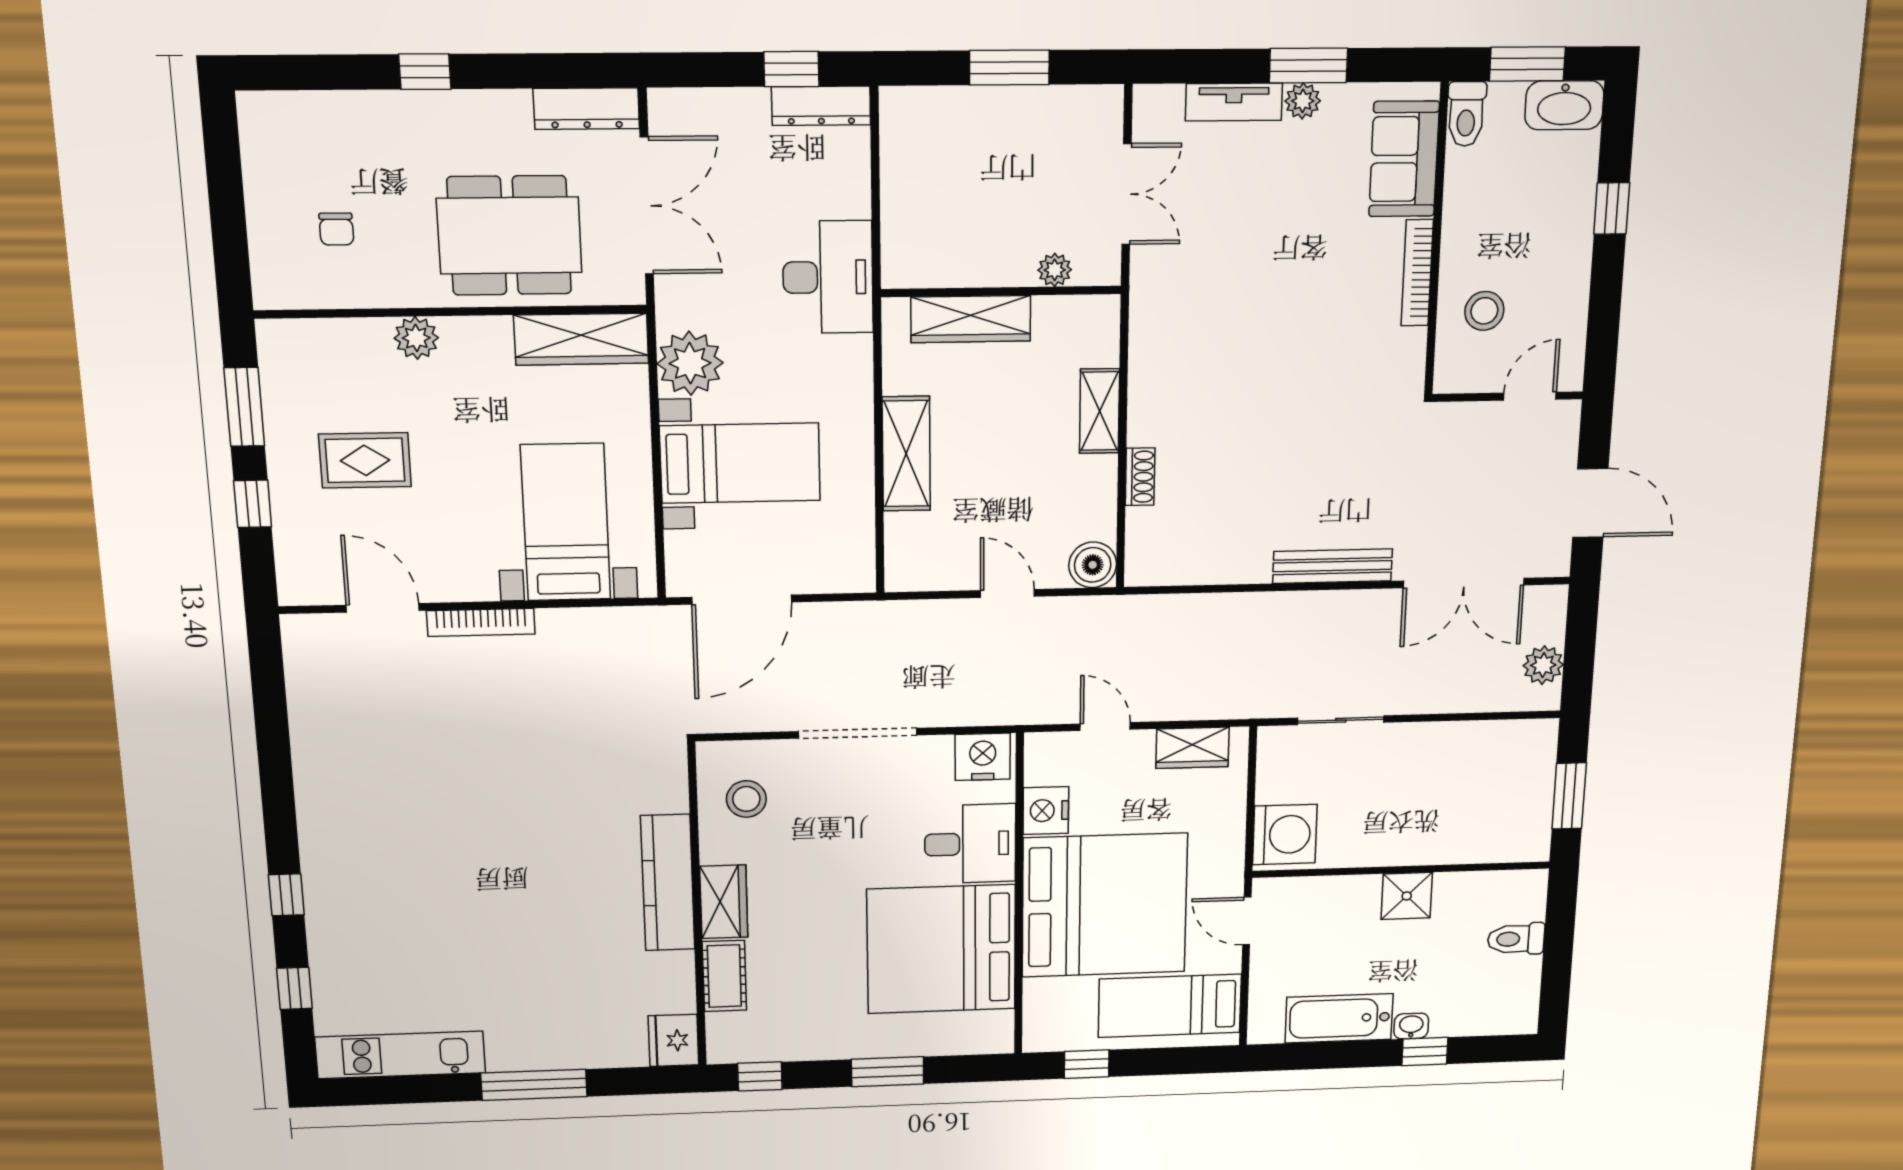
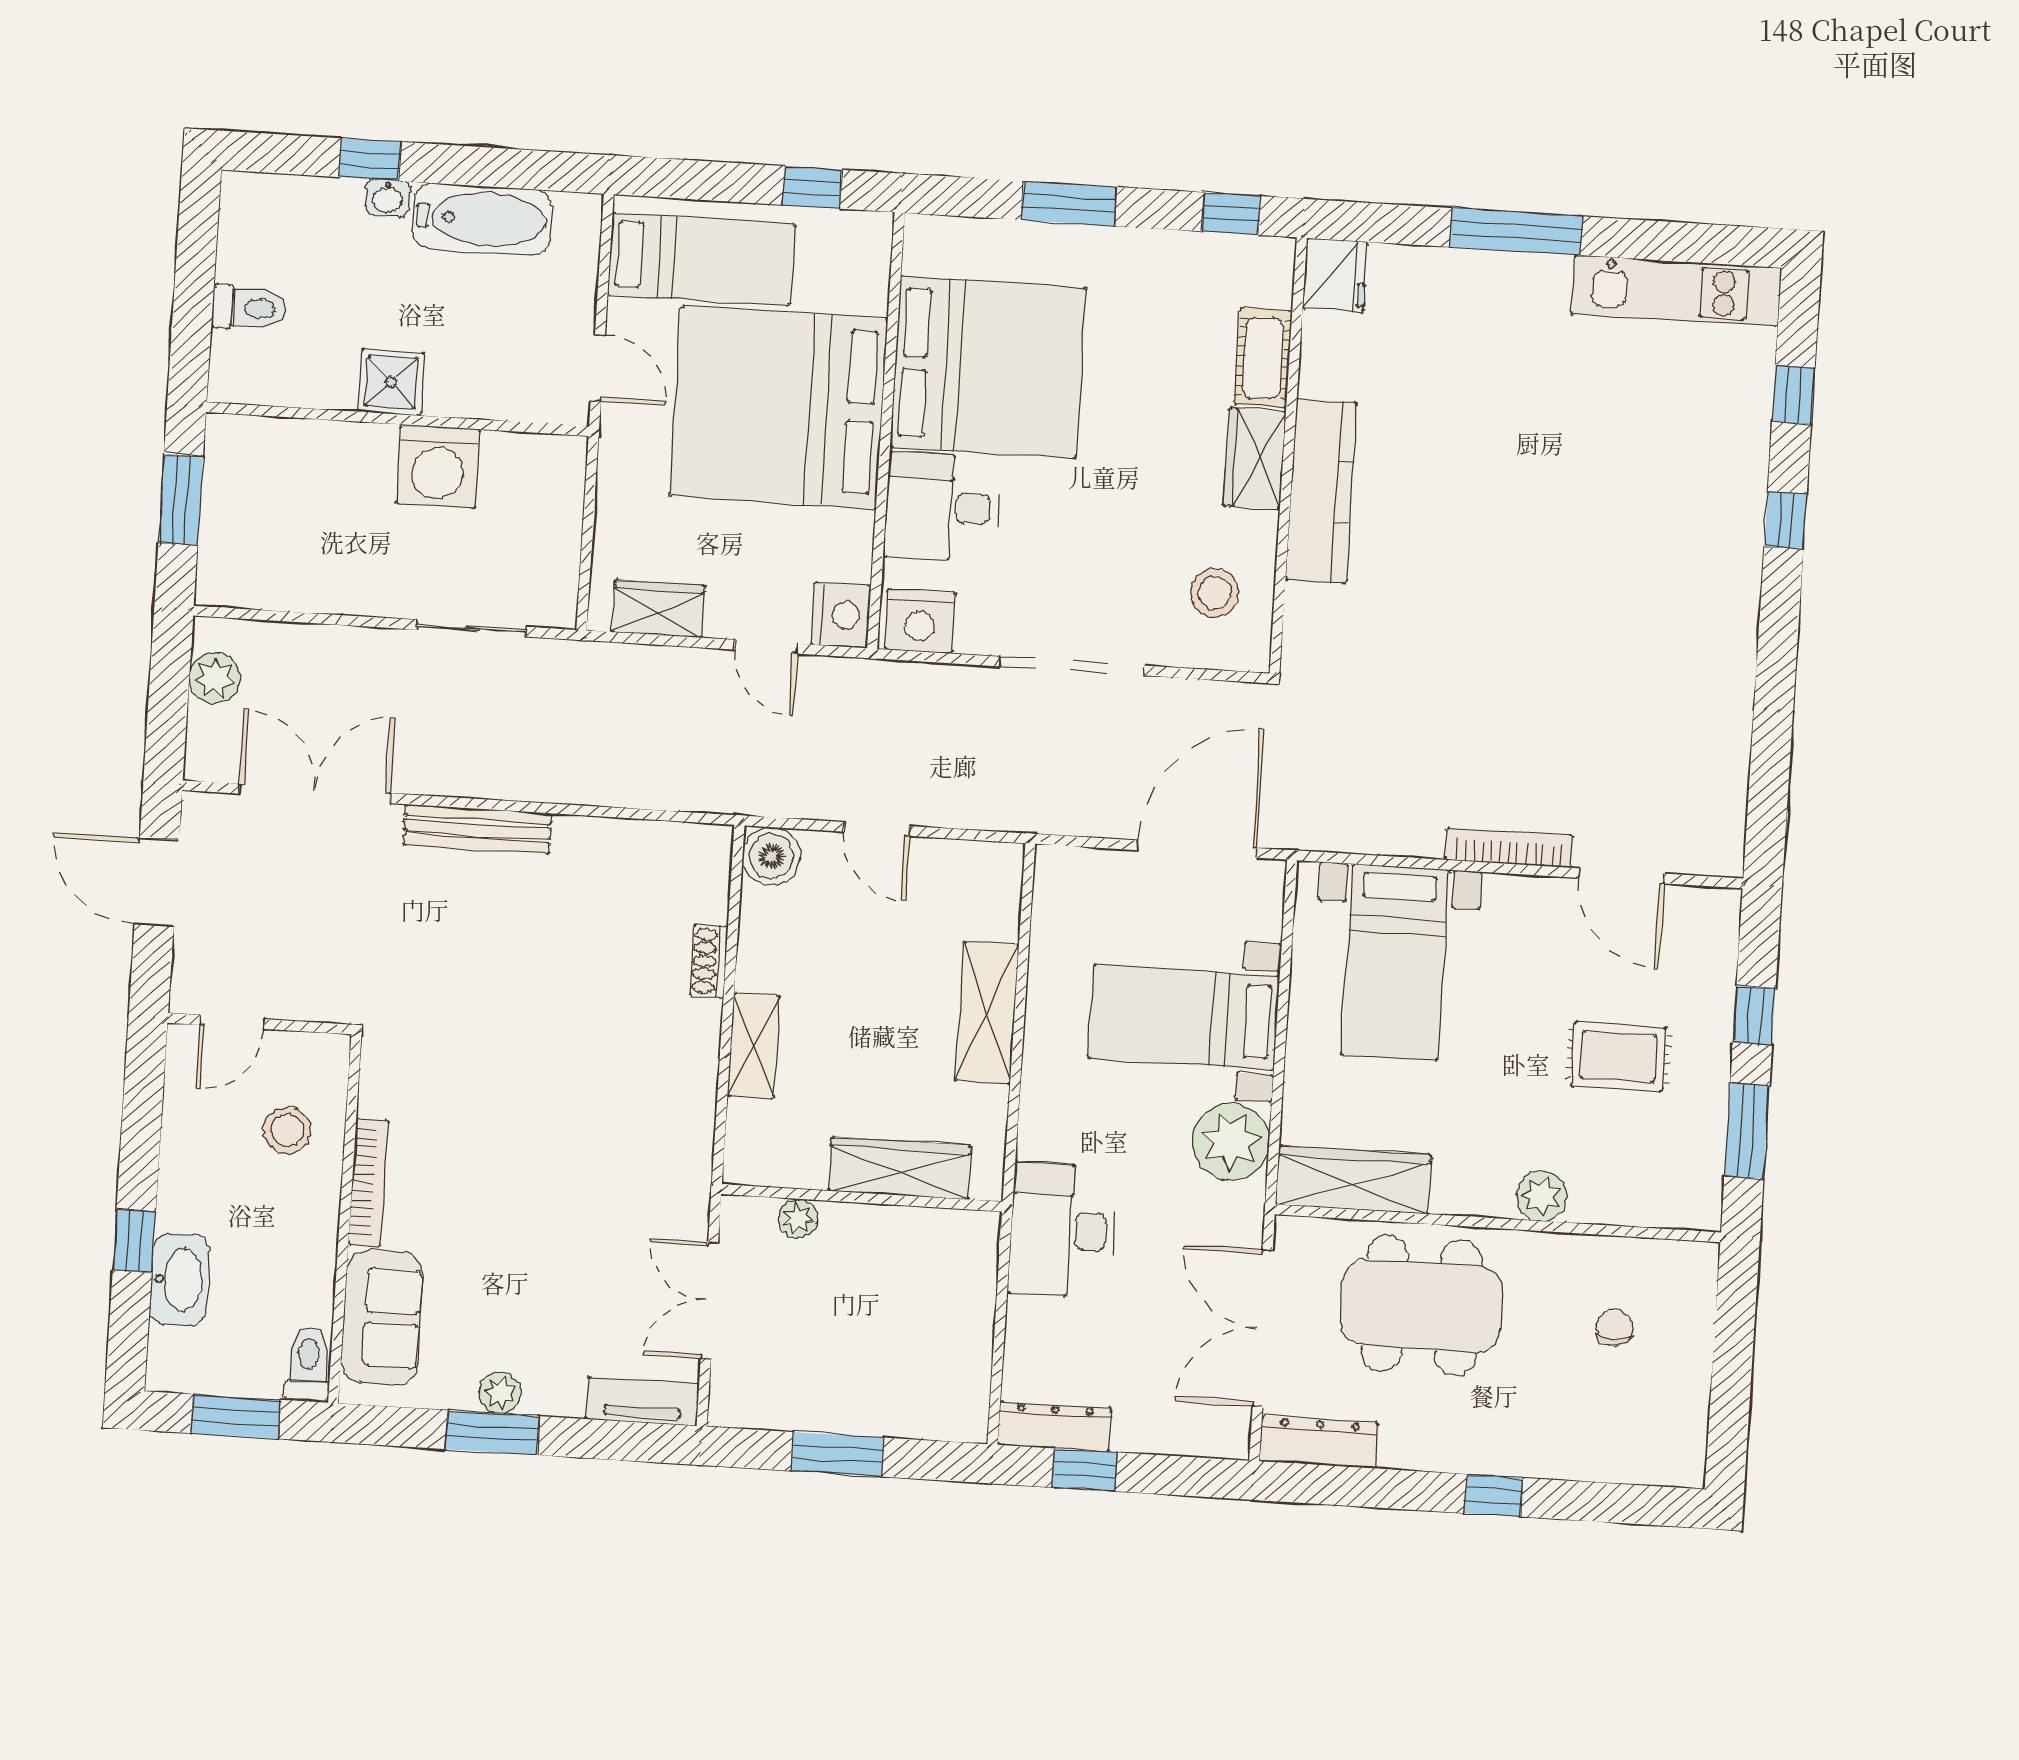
tv unit: (1234, 102) -> (642, 1401), moved
washbasin: (1564, 105) -> (179, 1279), moved, turned 90
nightstand: (1046, 811) -> (841, 615), moved
washing machine: (1285, 834) -> (438, 467), moved, turned -90

